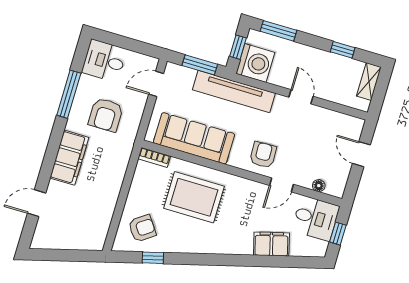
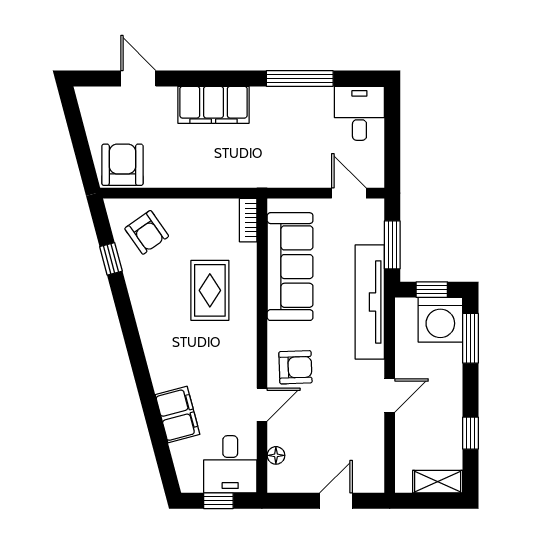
washing machine: (255, 63) -> (440, 320), moved
armchair: (106, 115) -> (122, 165), moved, turned 90
door: (282, 185) -> (262, 405), swing flipped
rug: (194, 197) -> (210, 290), width x0.73, depth x0.70

